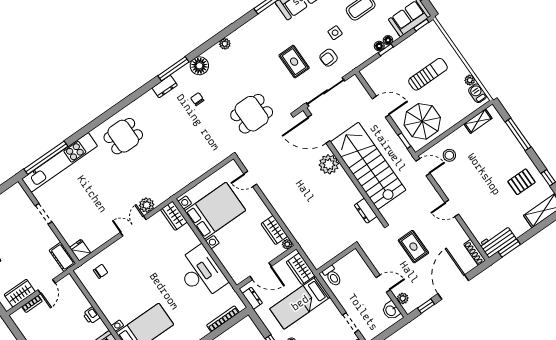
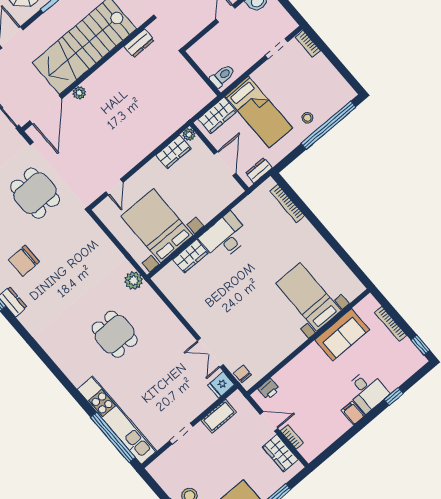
chair: (197, 99) -> (24, 261), width x1.87, depth x1.87
dining table: (123, 136) -> (115, 334), moved
plant: (329, 164) -> (79, 93), width x0.53, depth x0.53
plant: (147, 205) -> (133, 281), moved
wardrobe: (174, 216) -> (190, 256), moved
double door: (133, 226) -> (210, 353), moved
cot: (62, 257) -> (219, 416), moved
chair: (101, 271) -> (242, 374), moved
desk: (201, 273) -> (225, 237), width x0.73, depth x0.77
printer: (91, 315) -> (269, 389), moved

